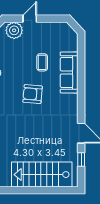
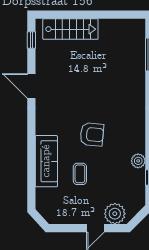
window: (81, 160) -> (31, 40), moved
stairs: (42, 175) -> (70, 29), width x0.73, depth x0.66

